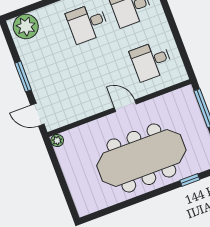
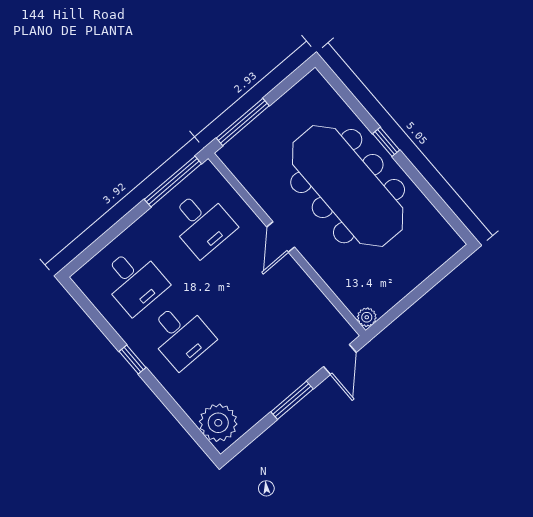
window: (183, 52) -> (173, 181), added
window: (190, 180) -> (386, 142), moved

